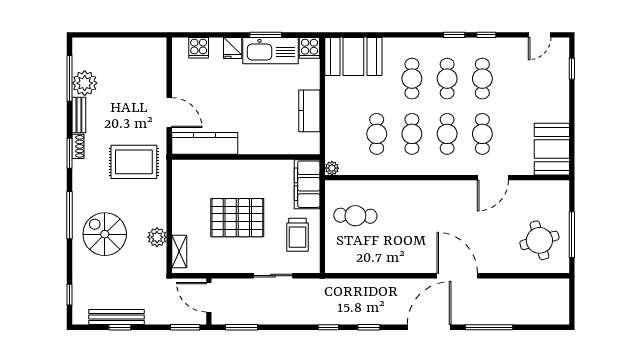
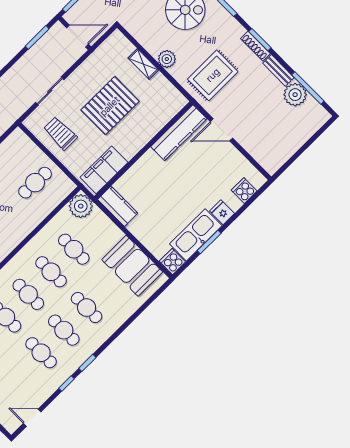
door: (540, 35) -> (32, 418), hinge flipped
booth: (353, 57) -> (132, 266), moved, turned 90
kitchen counter: (309, 111) -> (118, 206), moved
shoe rack: (78, 146) -> (255, 46), width x1.43
plant: (332, 168) -> (81, 206), width x1.87, depth x1.87
filing cabinet: (307, 184) -> (104, 170), moved, turned -90
plant: (157, 237) -> (167, 59), moved
shelving: (179, 252) -> (143, 64), moved

